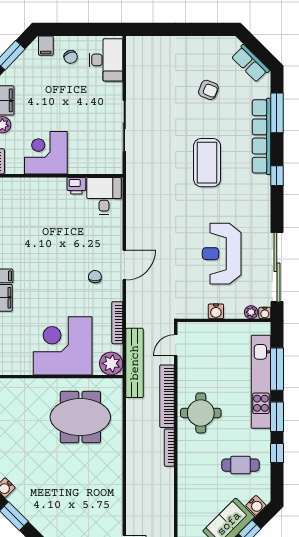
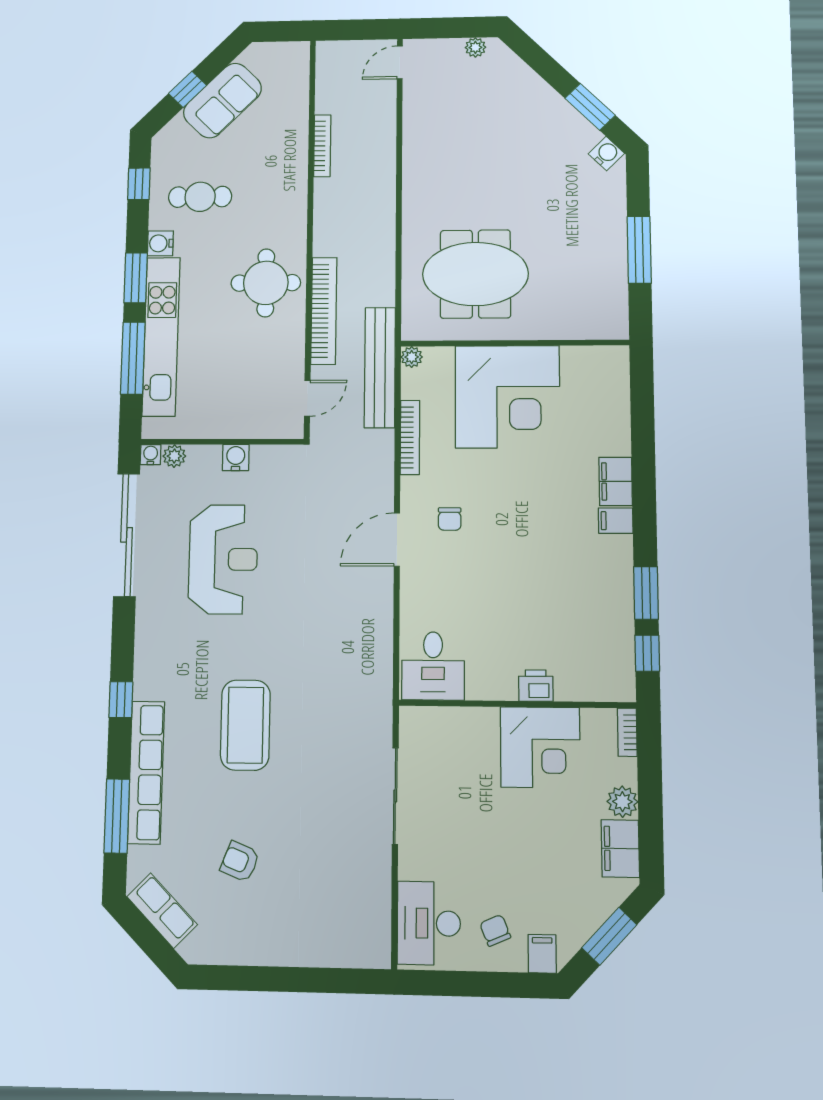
printer: (76, 186) -> (536, 686), moved
plant: (111, 363) -> (412, 357), width x0.53, depth x0.53
bookcase: (169, 448) -> (322, 146), moved
window: (277, 453) -> (139, 184), moved
water cooler: (256, 505) -> (160, 243), moved, turned -45

